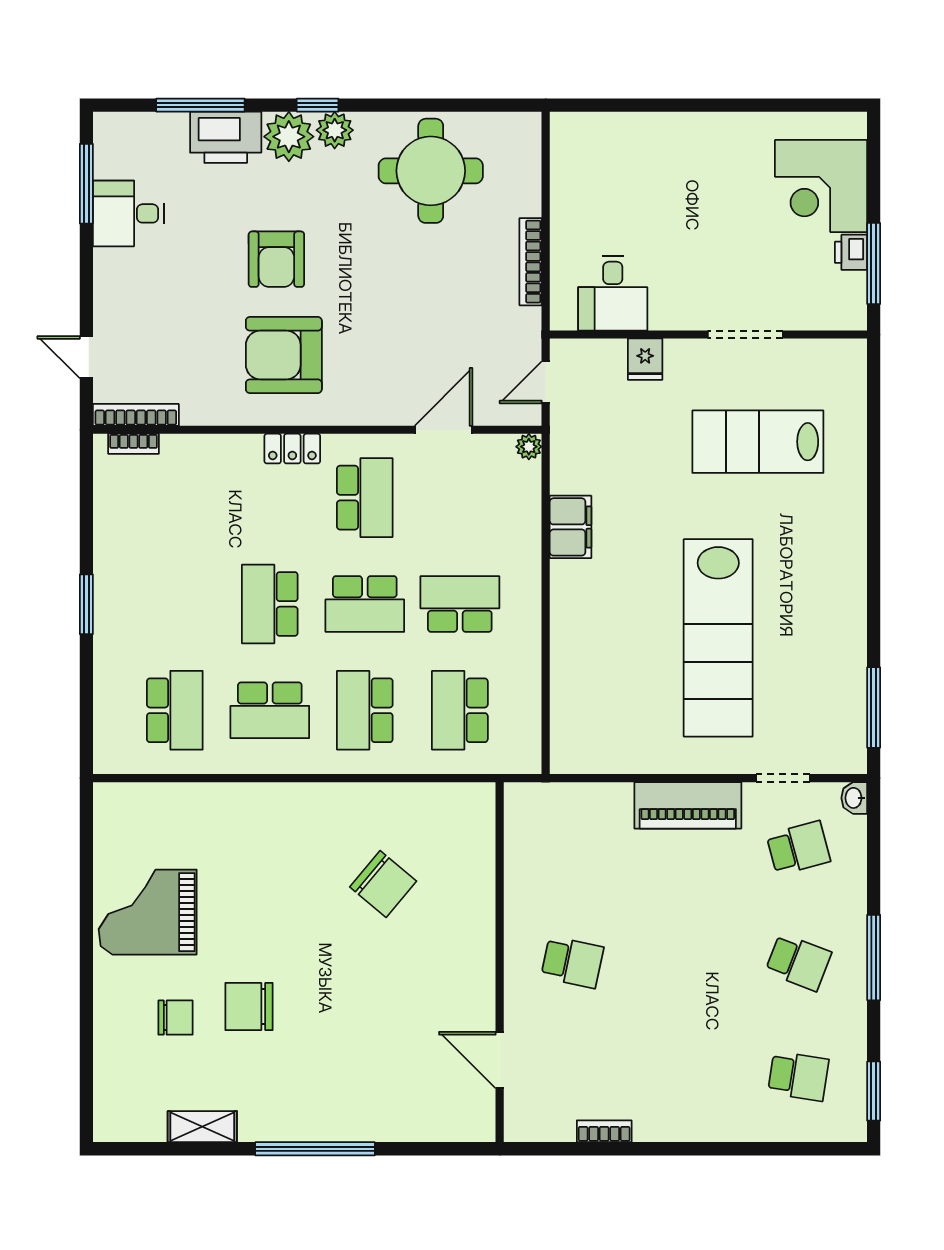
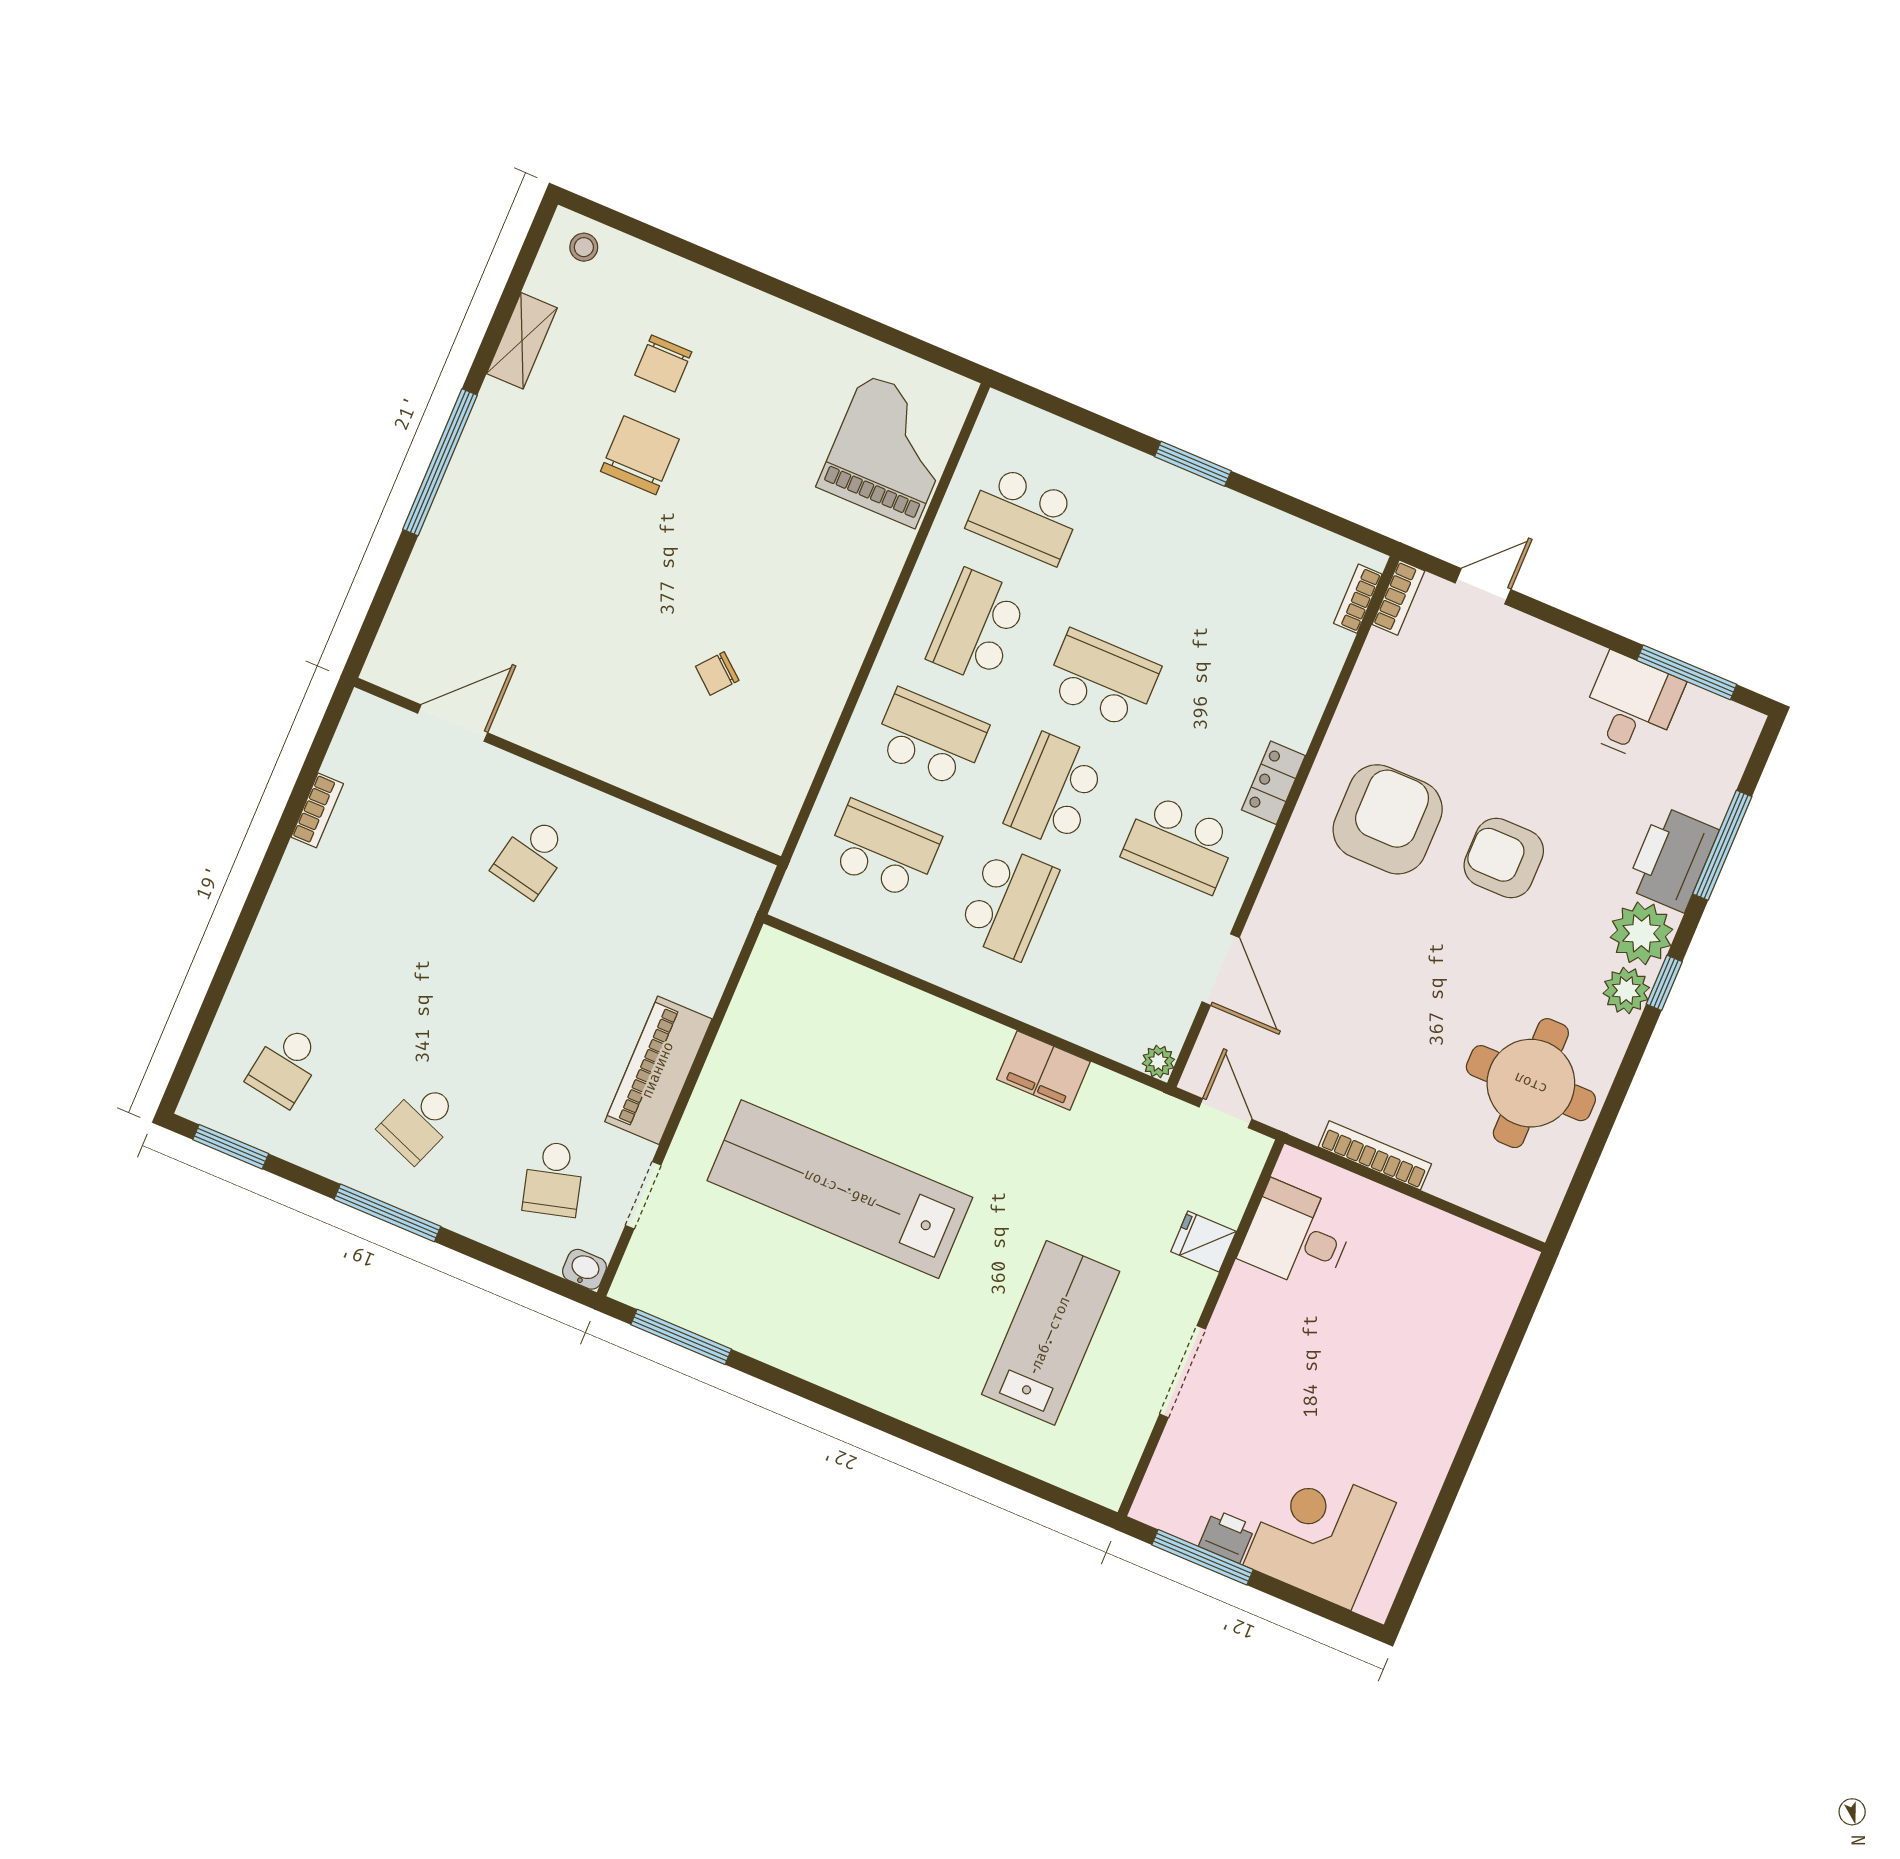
bookcase: (136, 415) -> (1398, 598), width x0.64
chair: (383, 884) -> (717, 673), width x0.54, depth x0.54
grand piano: (148, 912) -> (890, 450), moved
stool: (116, 1110) -> (584, 247), added

